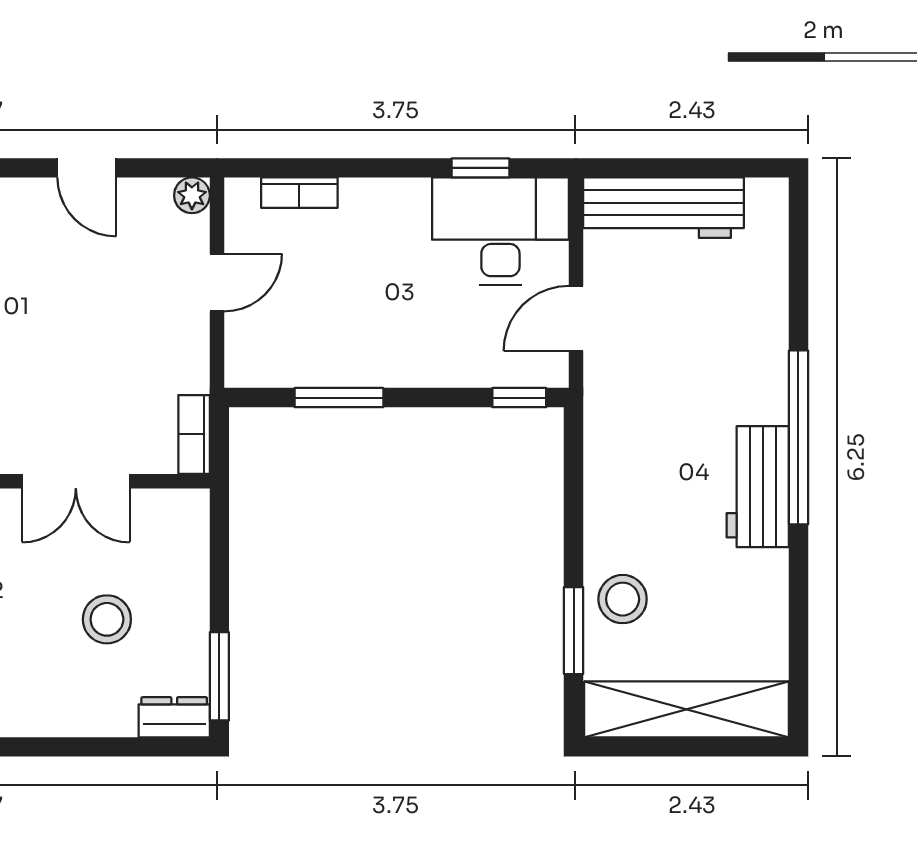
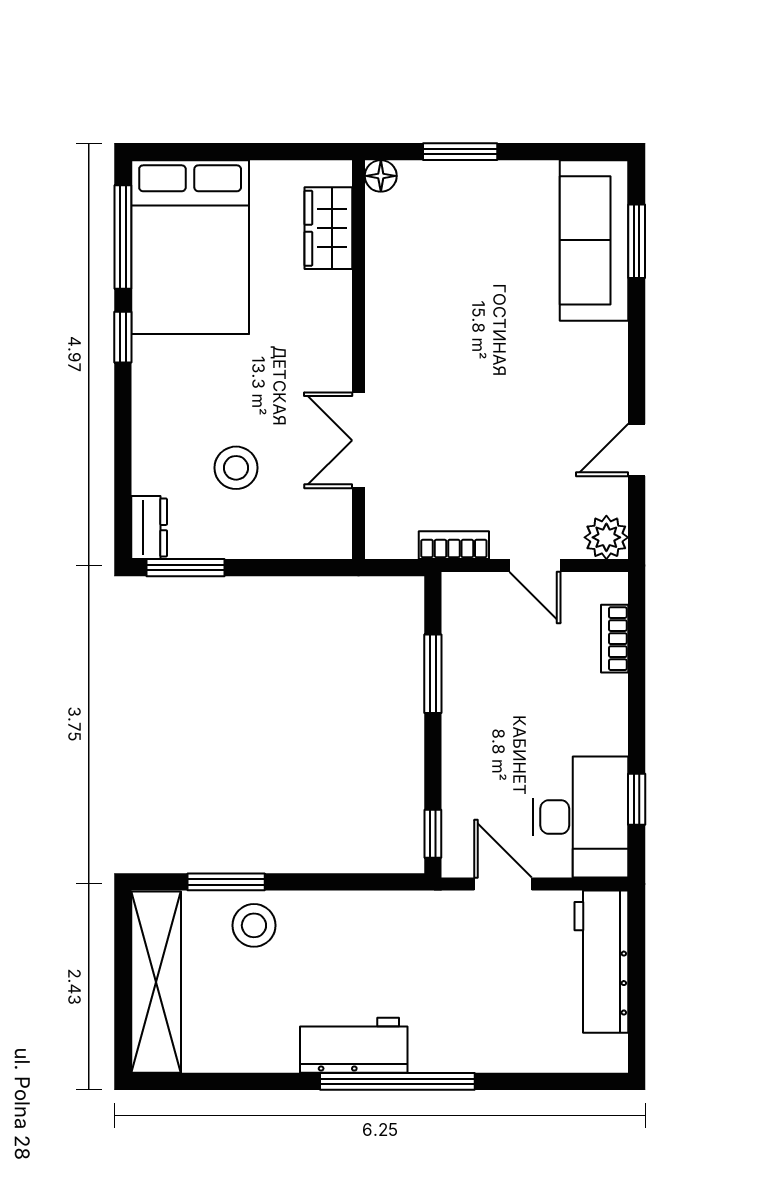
plant: (192, 195) -> (606, 537), width x1.38, depth x1.38
bookcase: (194, 434) -> (454, 545), moved

